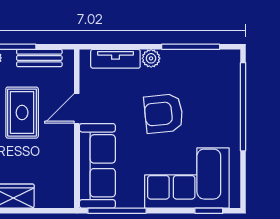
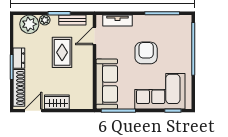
plant: (151, 58) -> (139, 20), removed
door: (77, 108) -> (95, 36), moved
armchair: (164, 113) -> (146, 53), turned 96

